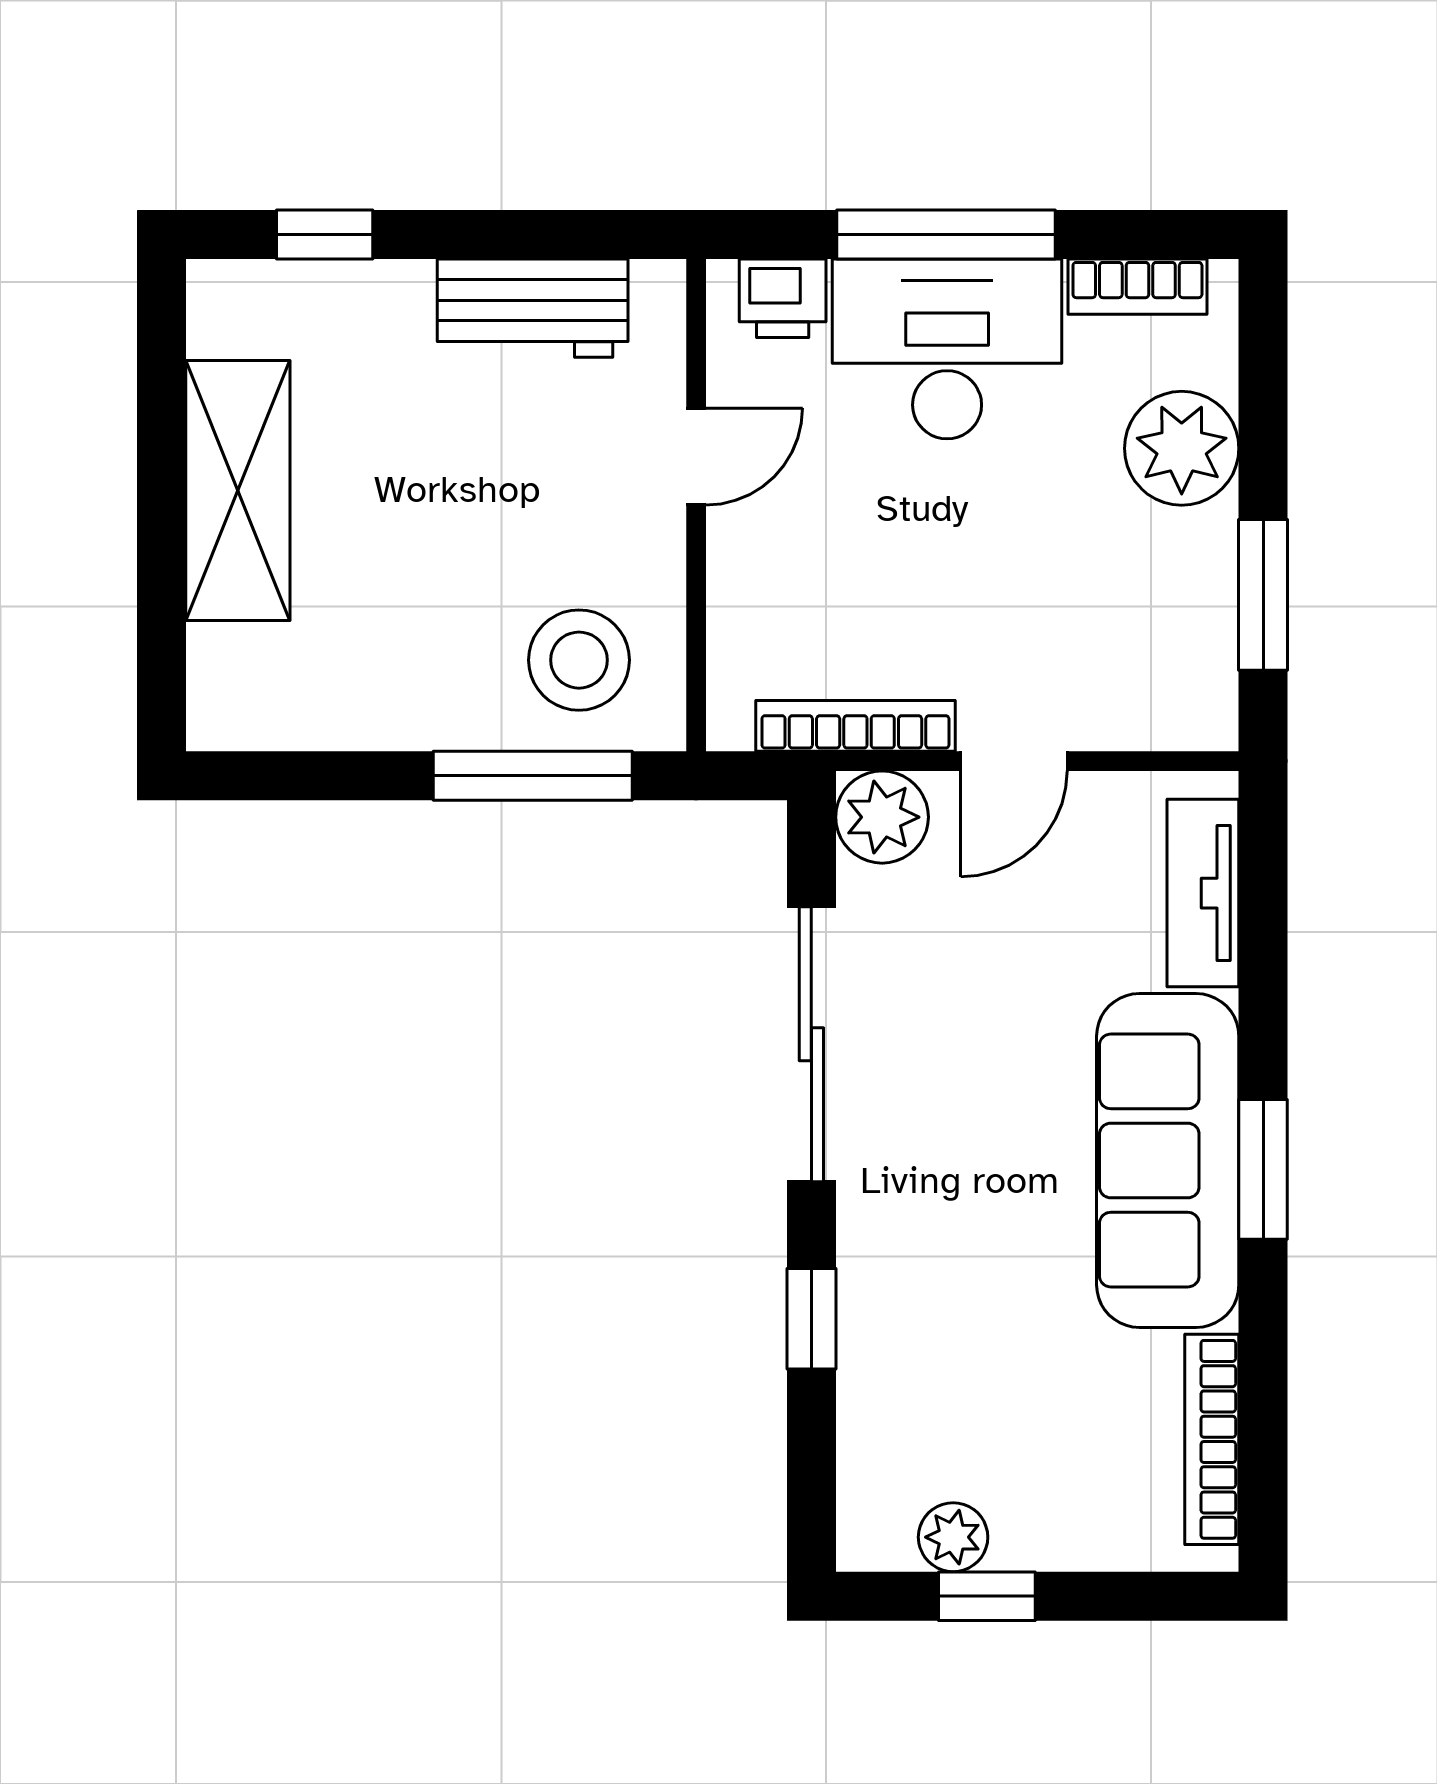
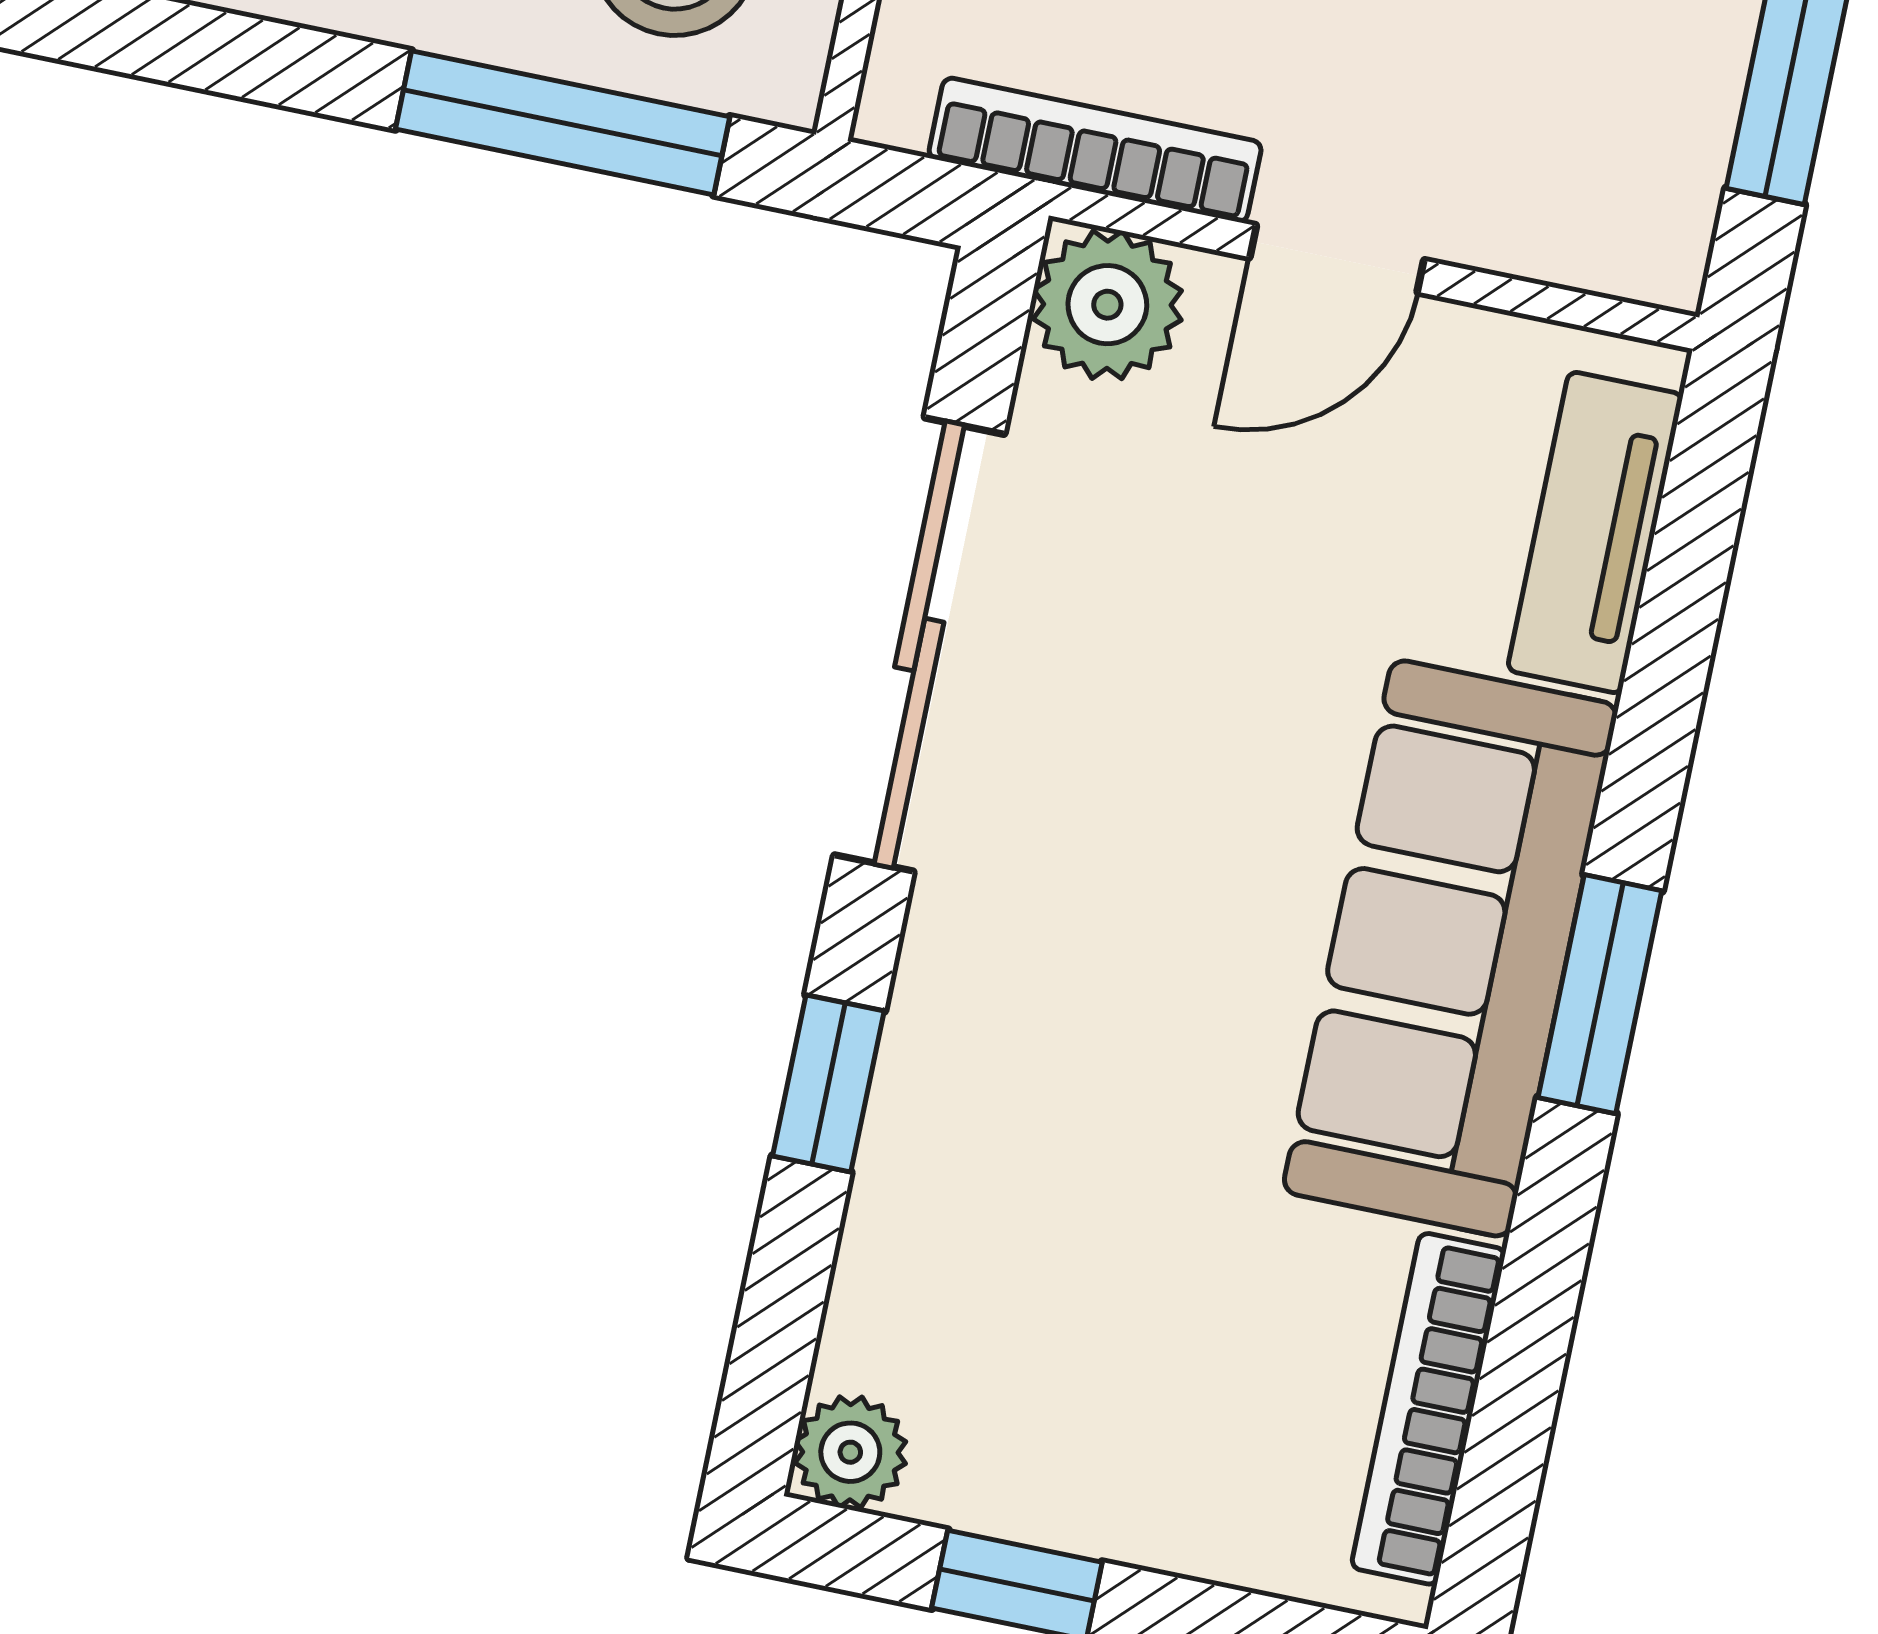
plant: (953, 1537) -> (850, 1452), moved

